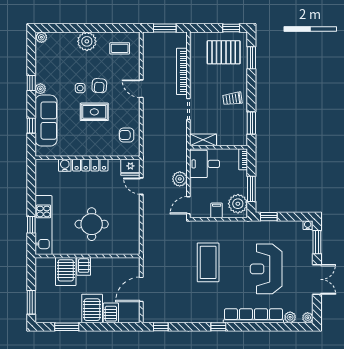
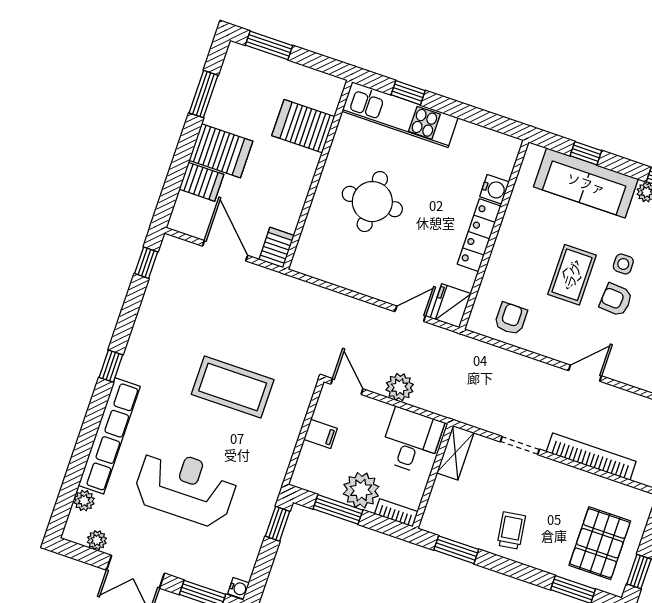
plant: (238, 204) -> (361, 490), moved
server rack: (84, 266) -> (277, 248), moved, turned 90
plant: (308, 318) -> (97, 540), moved

